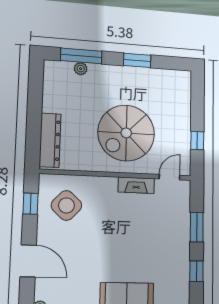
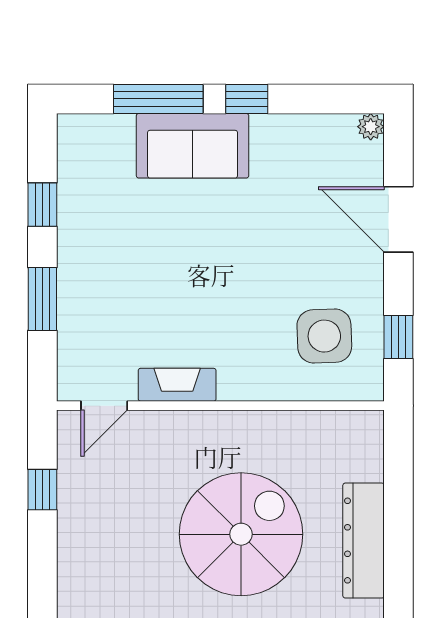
spiral stairs: (126, 133) -> (241, 534), moved
dresser: (50, 140) -> (364, 541), moved
side table: (66, 205) -> (324, 336), turned 45

